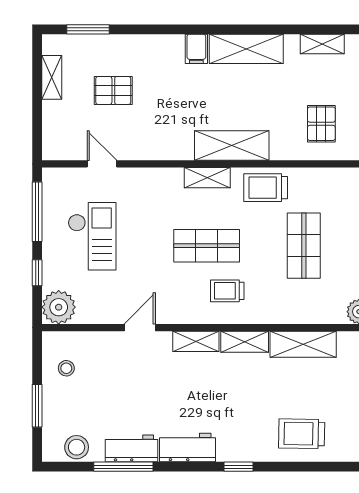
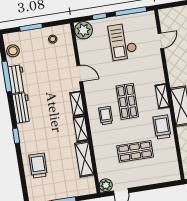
checkout: (92, 236) -> (123, 42), turned 90

